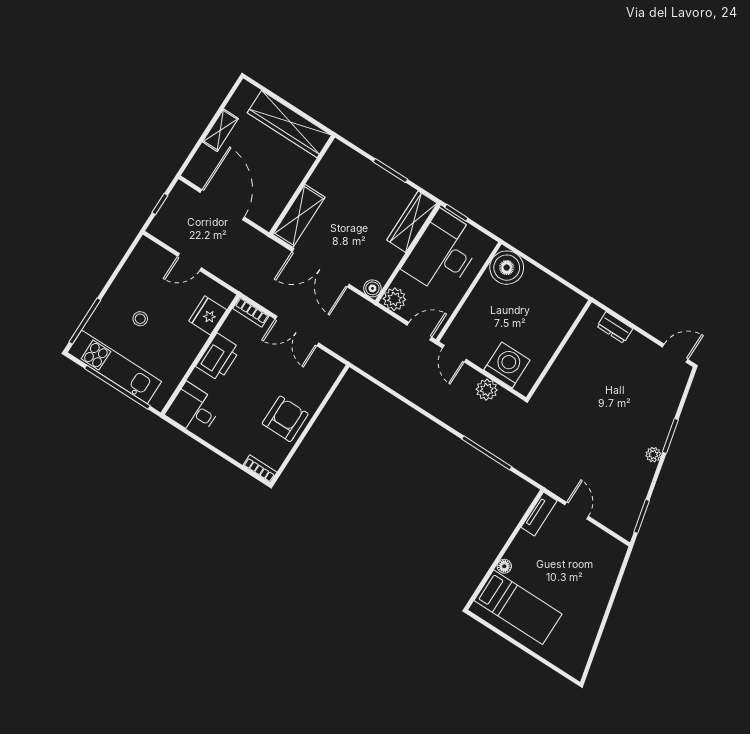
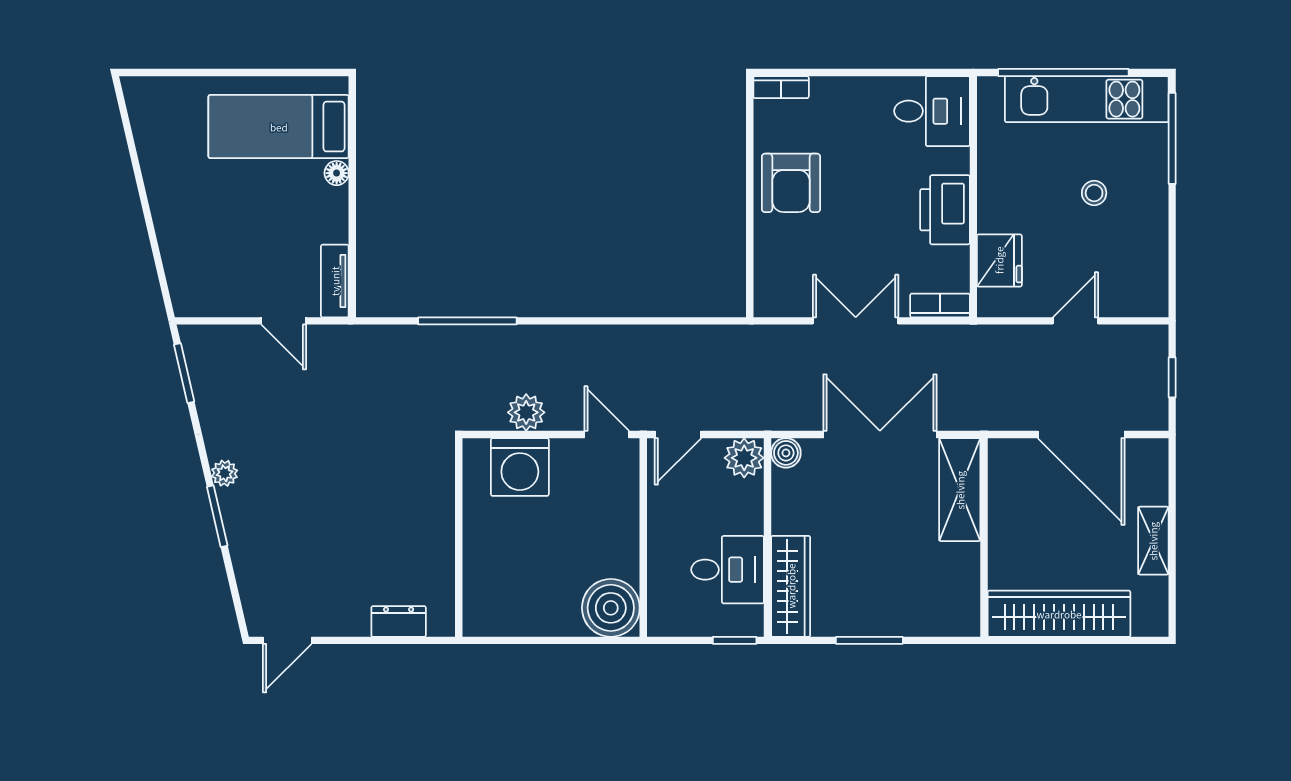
desk: (443, 253) -> (728, 570), width x0.53, depth x0.77

